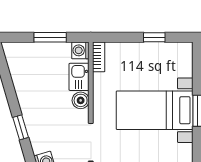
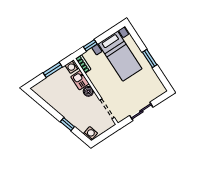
window: (154, 37) -> (90, 45), moved
bed with nightstands: (155, 110) -> (120, 56), moved, turned -90

